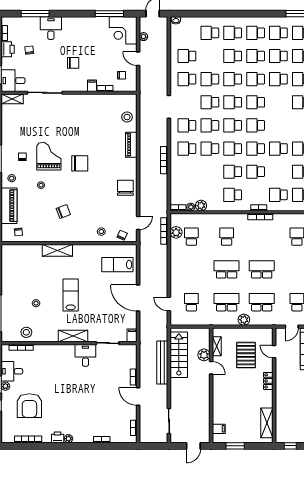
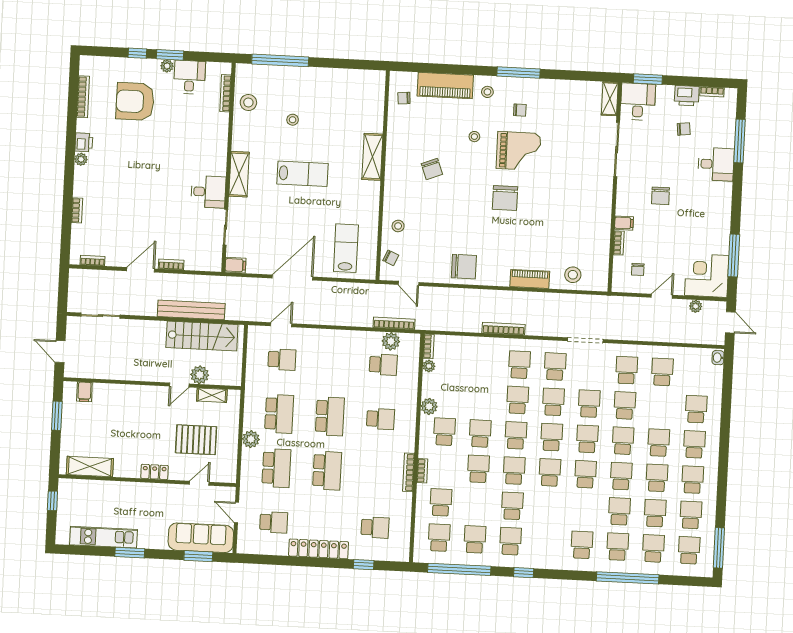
plant: (201, 206) -> (429, 406), moved

